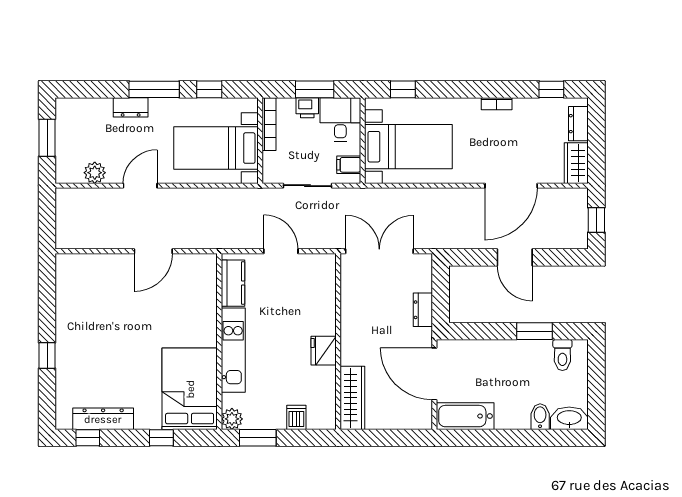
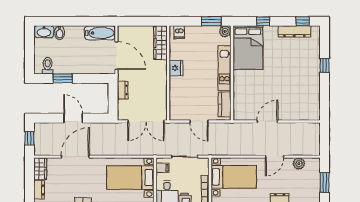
dishwasher: (296, 417) -> (179, 32), moved

